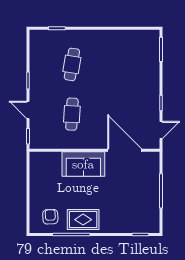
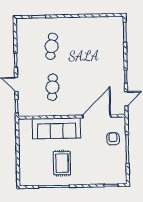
door: (125, 150) -> (97, 116), hinge flipped
sofa: (83, 164) -> (56, 128), width x1.36
armchair: (50, 217) -> (113, 139), moved
rug: (83, 220) -> (62, 163), moved, turned 90

